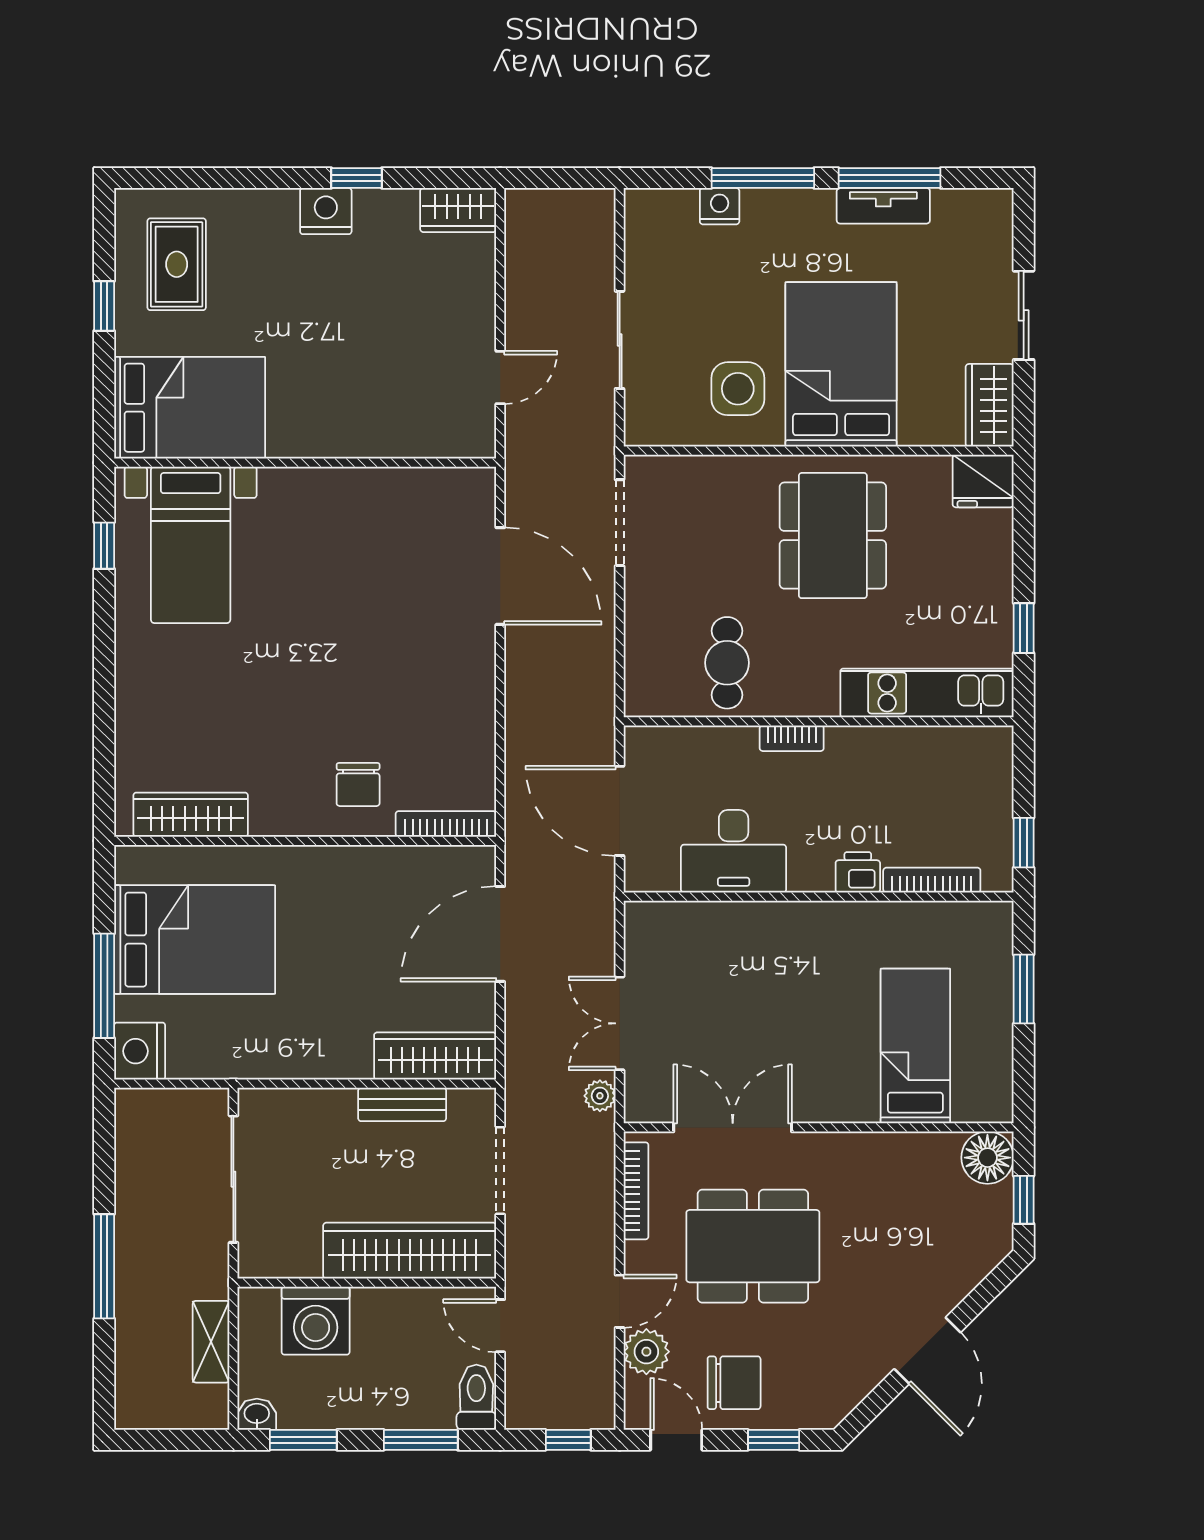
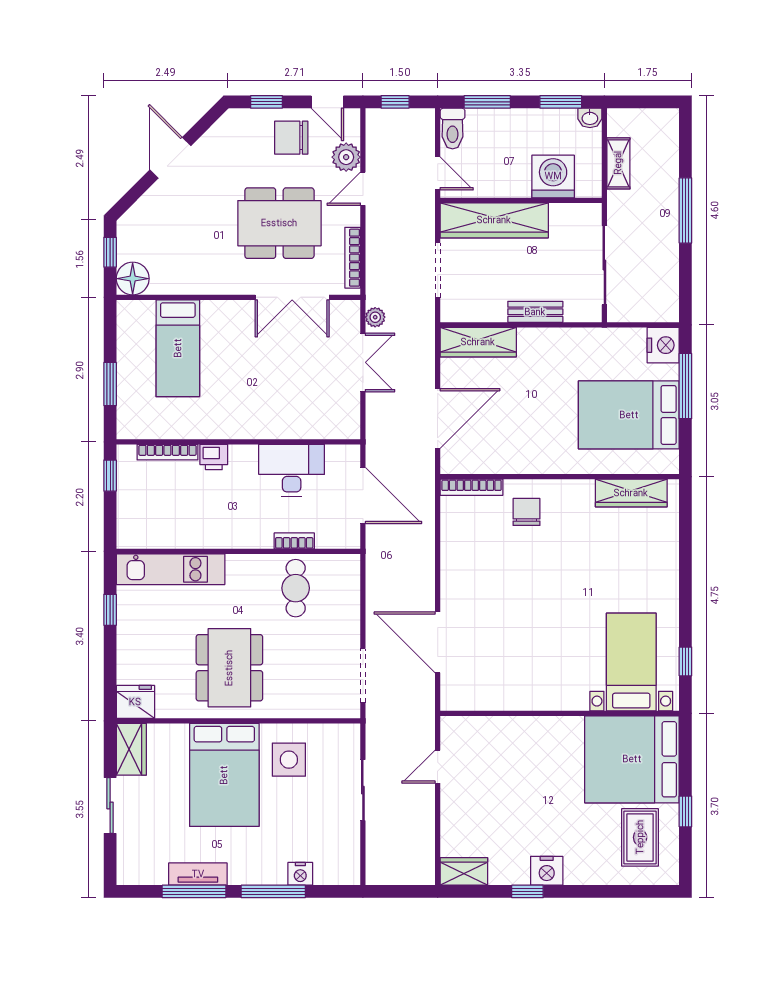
bed: (190, 408) -> (632, 759), width x1.36
bookcase: (792, 738) -> (294, 541), moved
bench: (402, 1104) -> (535, 312), moved

